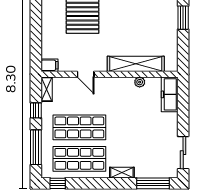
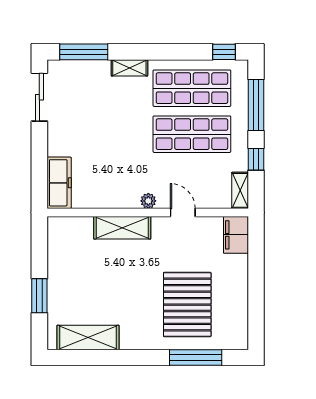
shelving: (136, 64) -> (122, 228), width x0.68
filing cabinet: (49, 65) -> (236, 235), width x2.00
plant: (140, 82) -> (148, 201), moved

